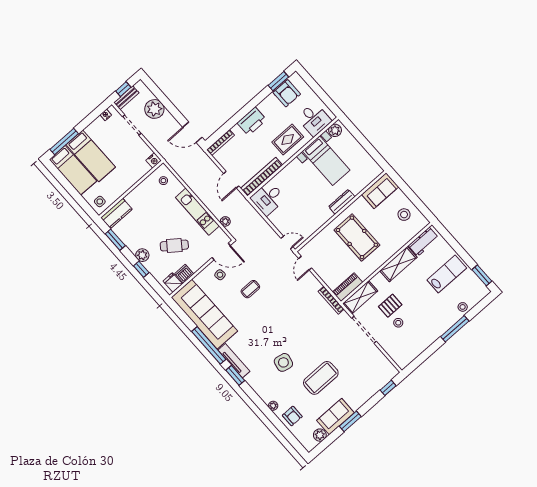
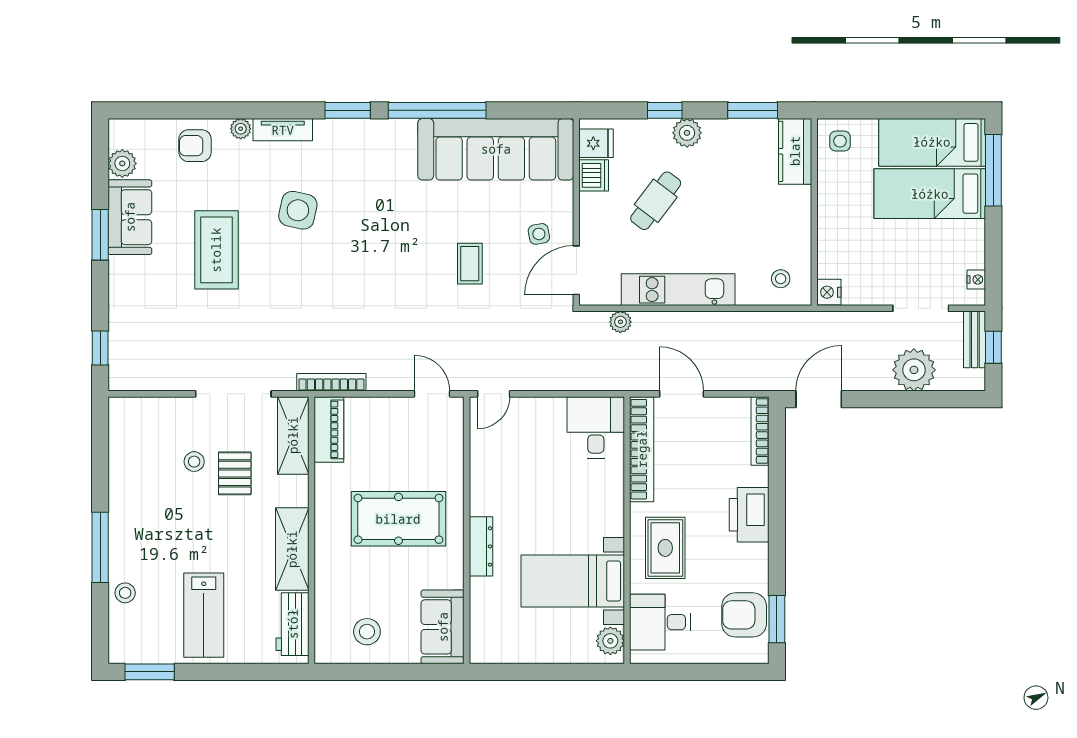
tv unit: (234, 361) -> (283, 130), moved, width x0.71

